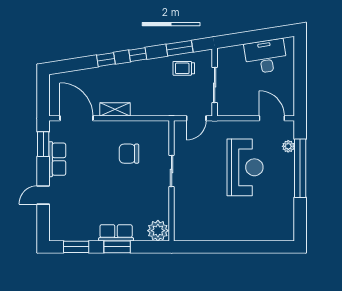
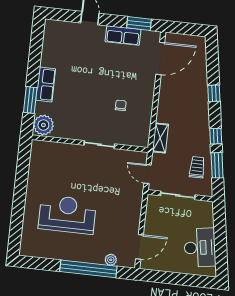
window: (138, 55) -> (216, 136), moved
shelving: (115, 109) -> (160, 138), moved
chair: (129, 154) -> (121, 105), width x0.54, depth x0.54
reception desk: (245, 167) -> (67, 214), moved, turned 180
window: (76, 247) -> (36, 45), removed
window: (117, 247) -> (30, 100), moved

